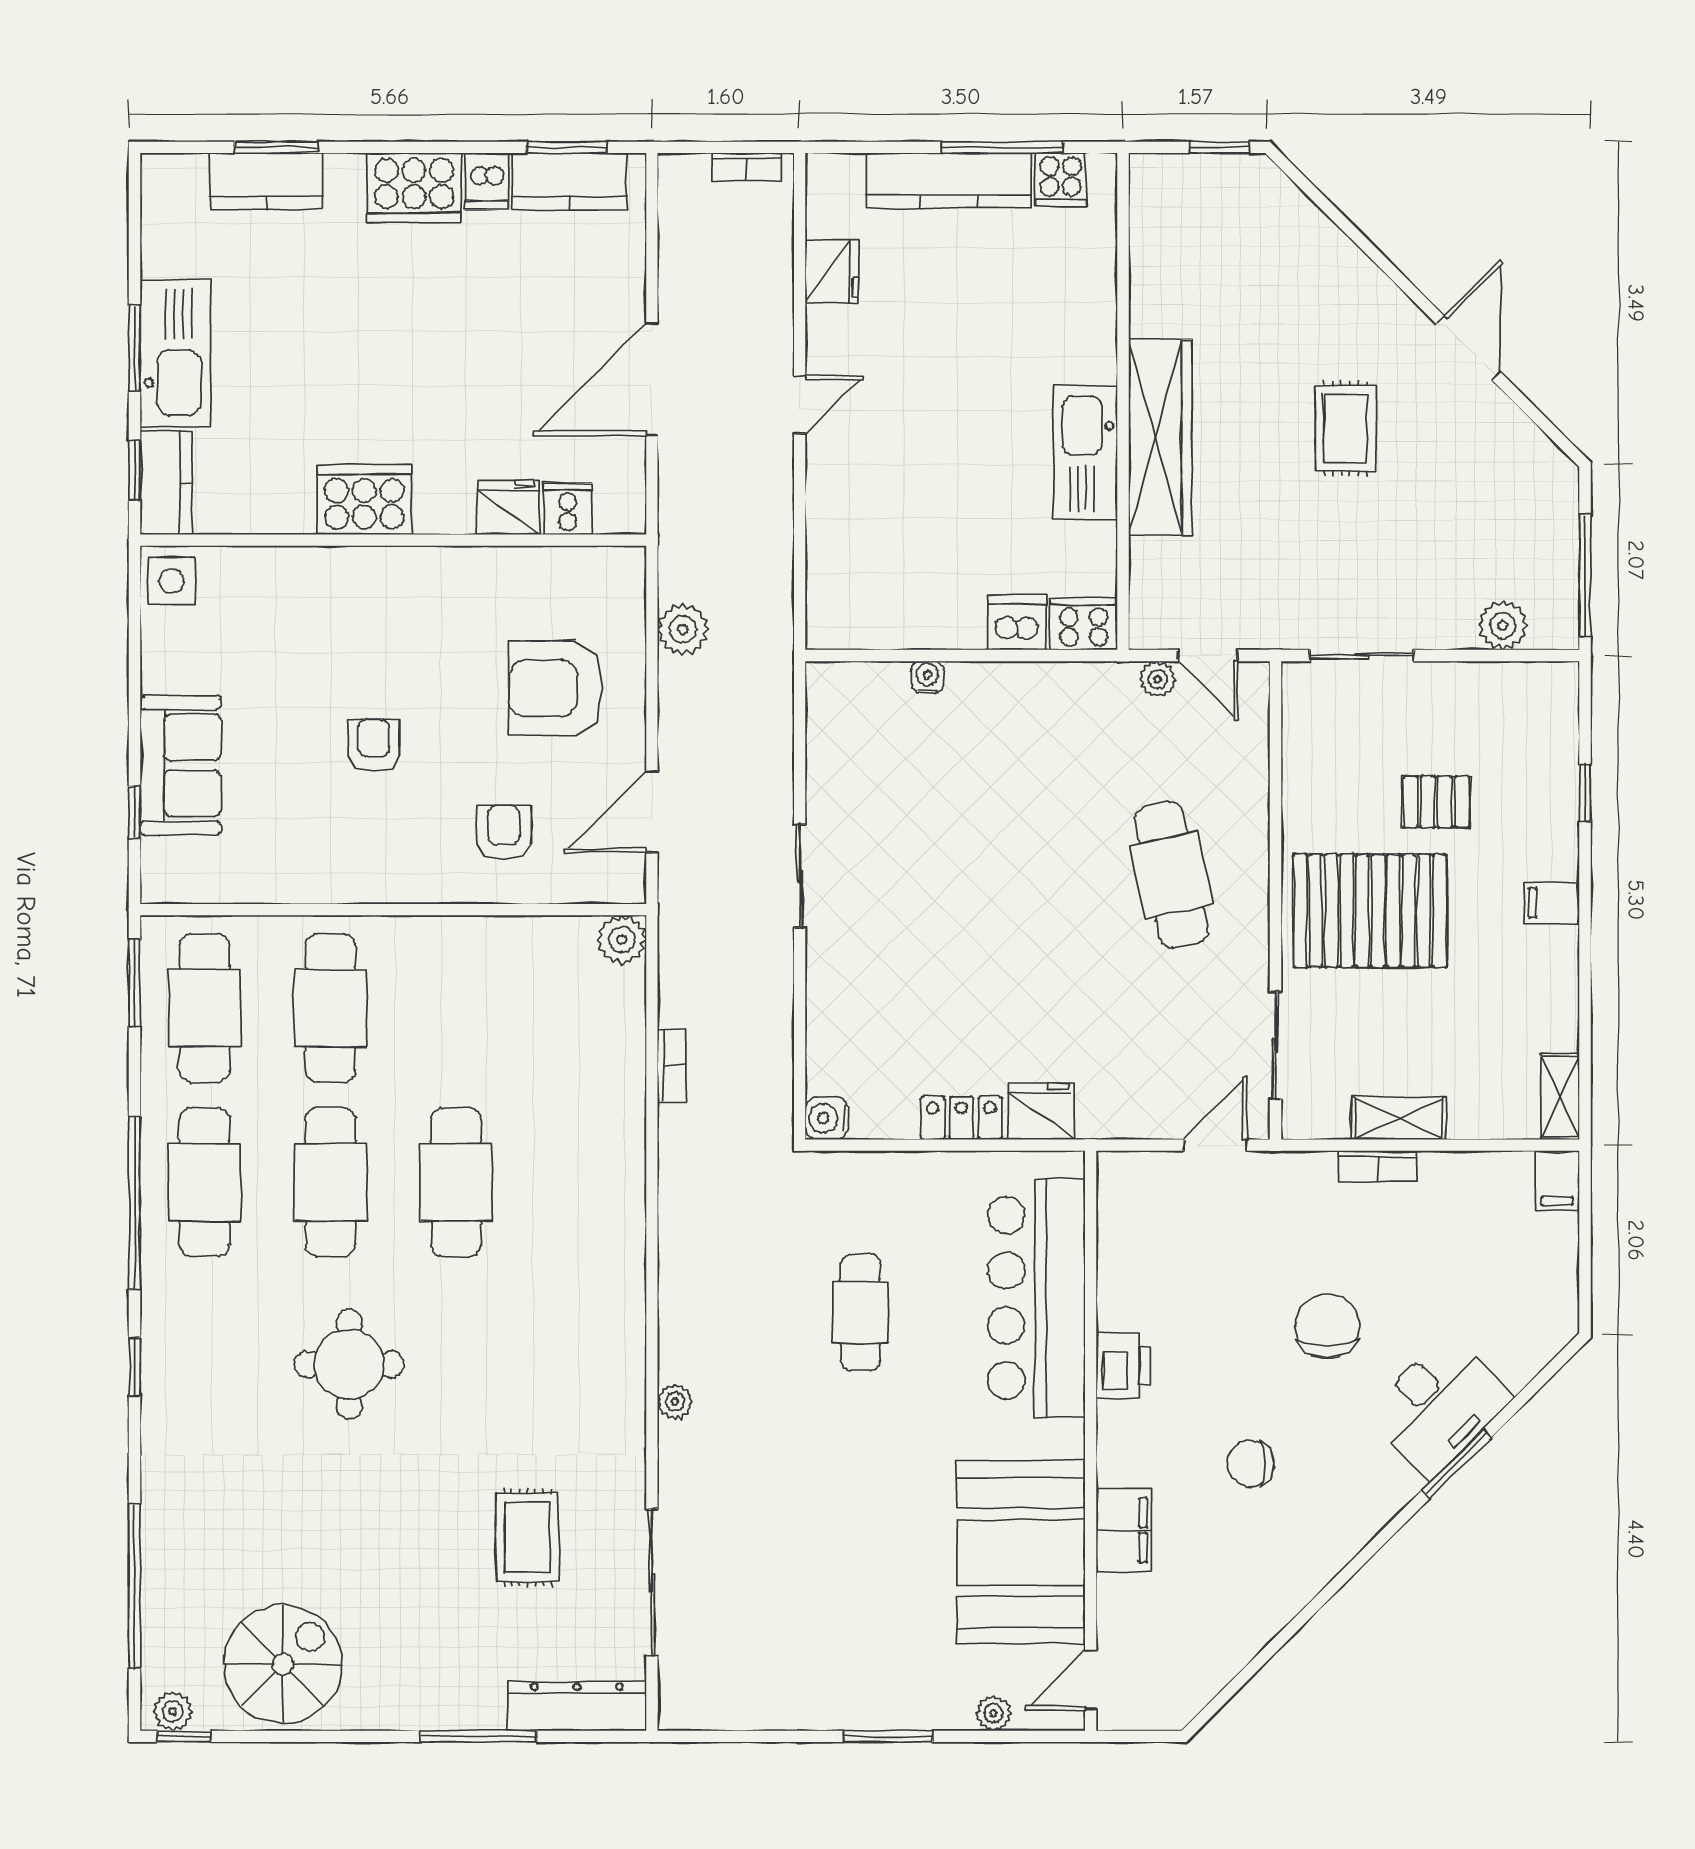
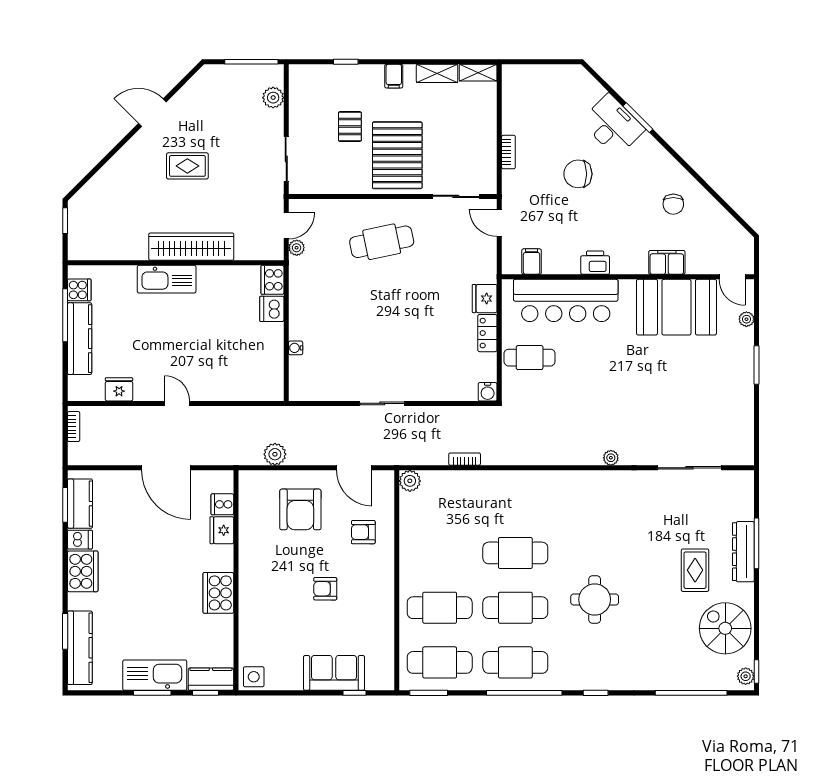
kitchen counter: (266, 181) -> (80, 648), width x1.50
kitchen sink: (1085, 453) -> (167, 279), moved
shelving: (1399, 1118) -> (437, 73), moved, turned 90
filing cabinet: (1557, 1180) -> (532, 262), moved, turned -90
cafe table: (860, 1312) -> (530, 358), moved
chair: (1251, 1464) -> (673, 204), moved
rug: (527, 1537) -> (695, 570), moved, turned 90
dresser: (577, 1706) -> (743, 552), moved

